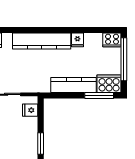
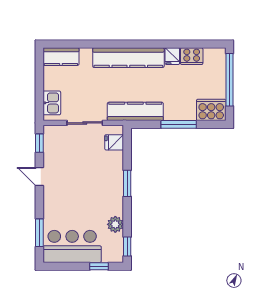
cooker: (112, 40) -> (192, 56), moved
kitchen counter: (74, 85) -> (135, 111), moved
window: (99, 95) -> (179, 124), moved

